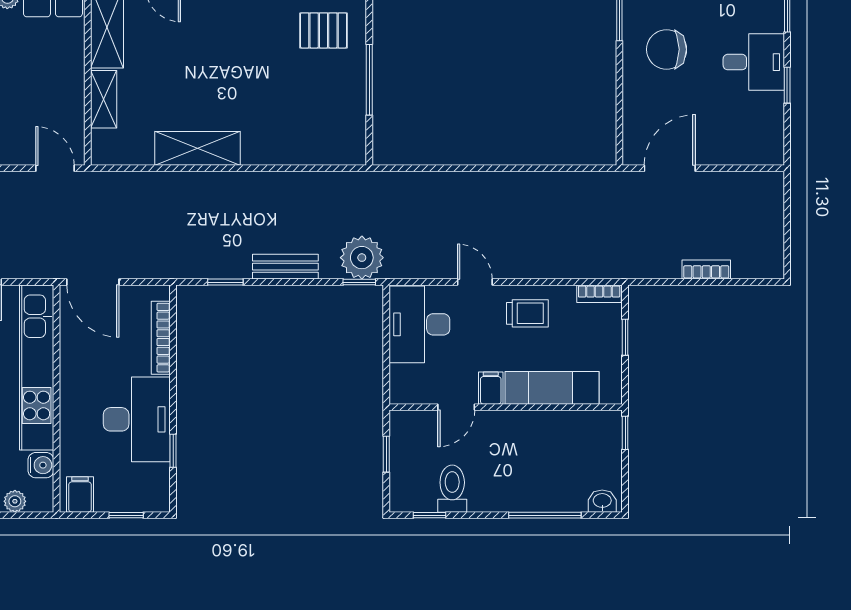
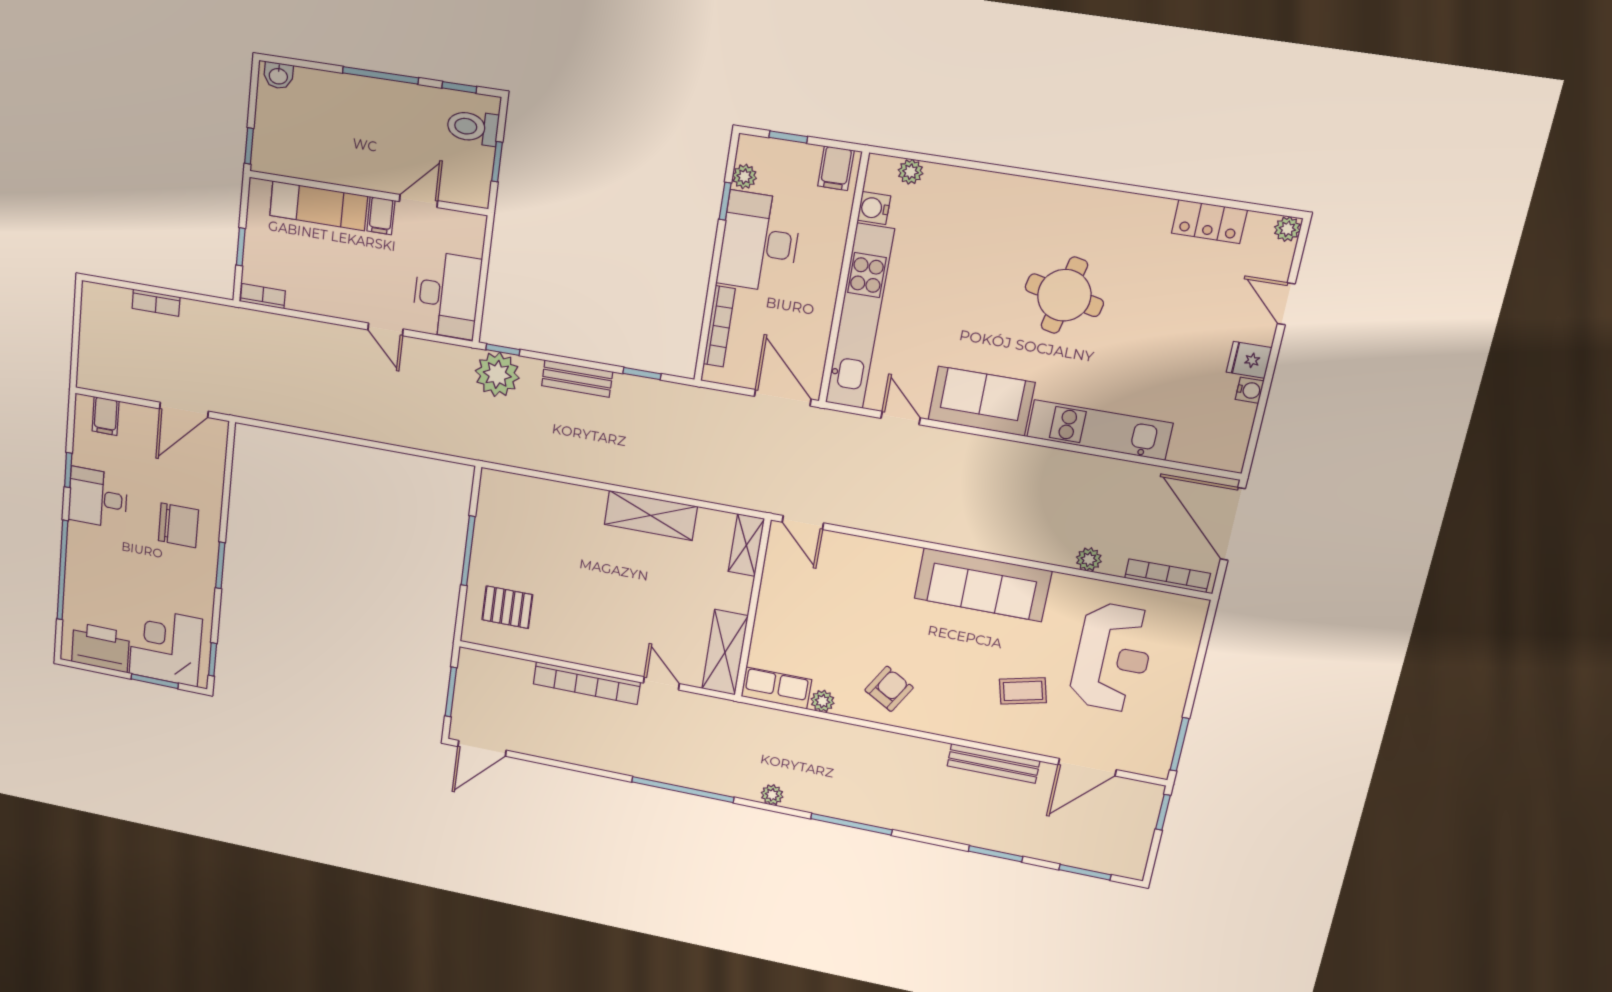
shelving: (104, 99) -> (746, 545), moved
filing cabinet: (751, 148) -> (106, 416), added
trolley: (527, 313) -> (336, 288), removed
plant: (159, 475) -> (744, 176), added
toilet: (452, 489) -> (473, 127), moved, turned 90
window: (545, 515) -> (380, 75), moved

